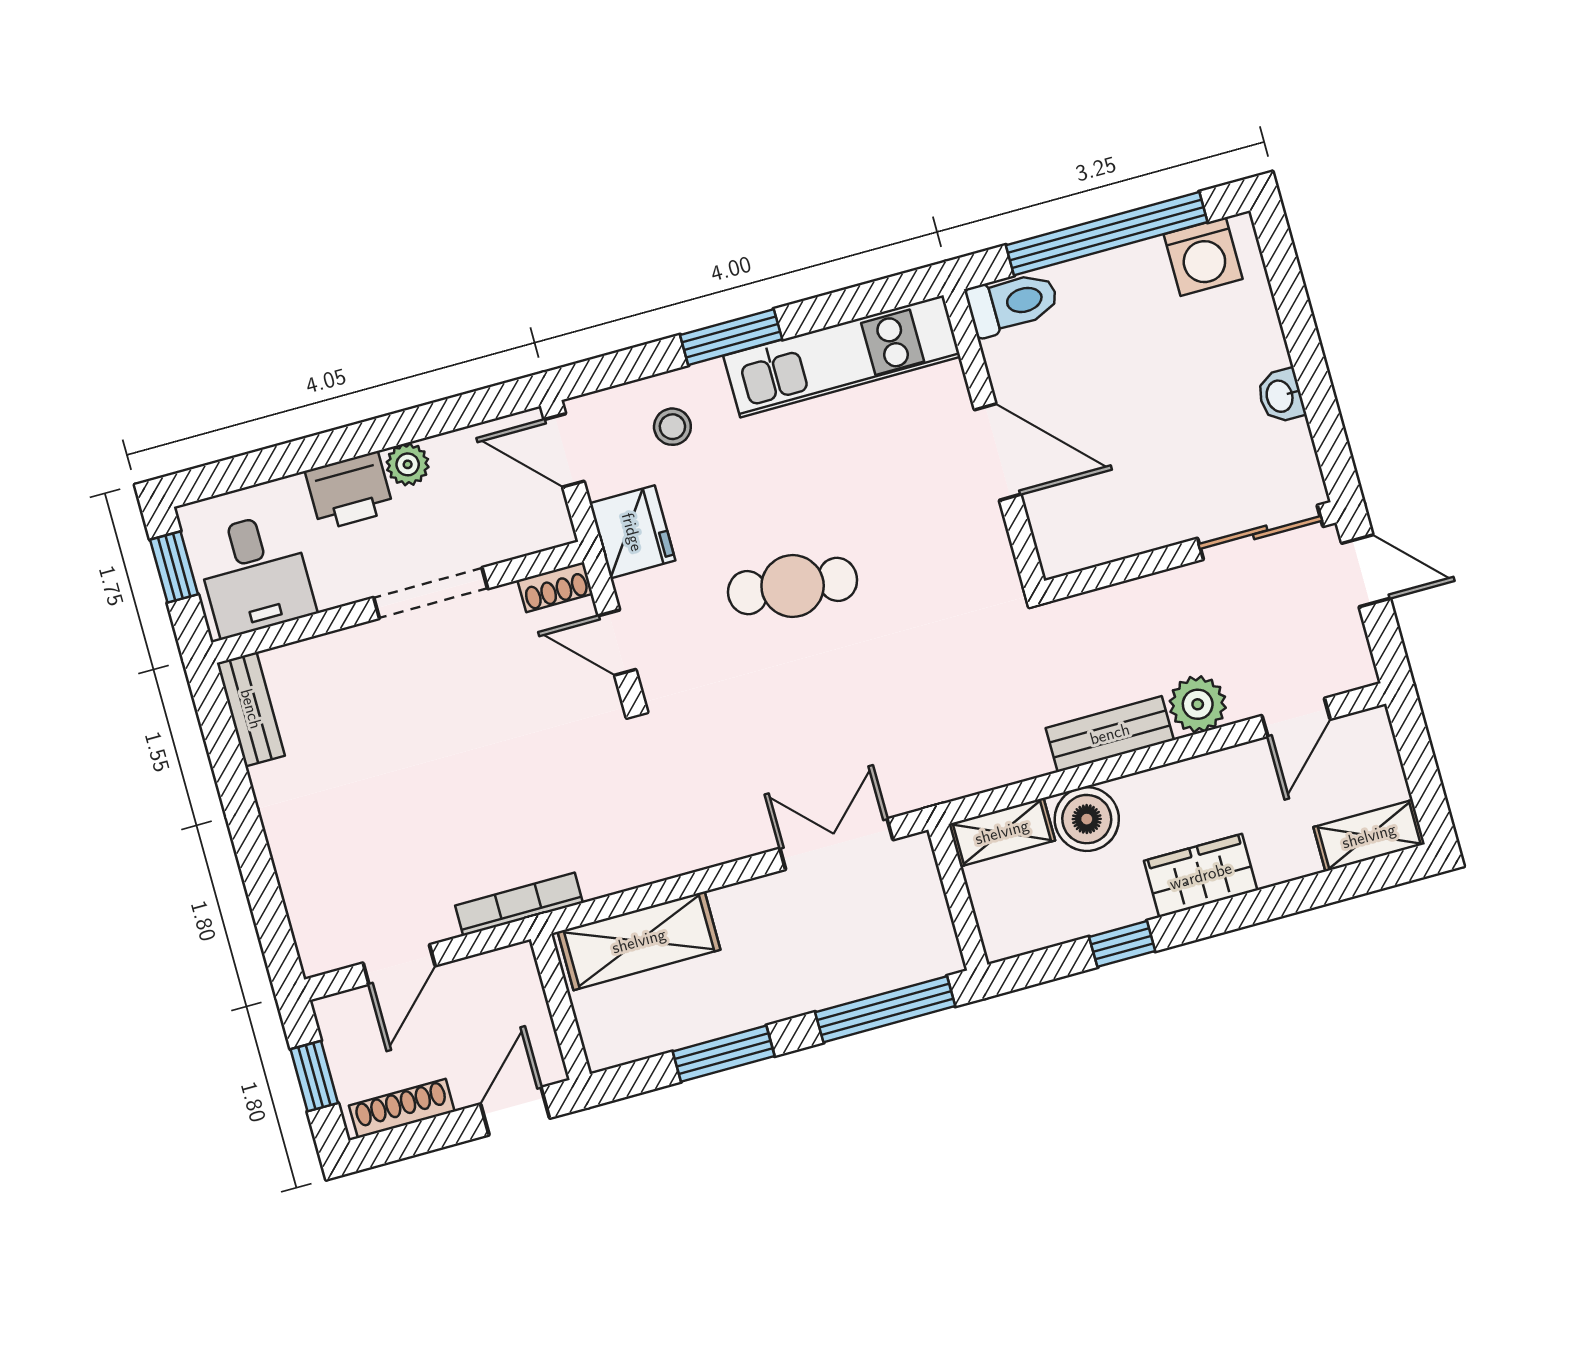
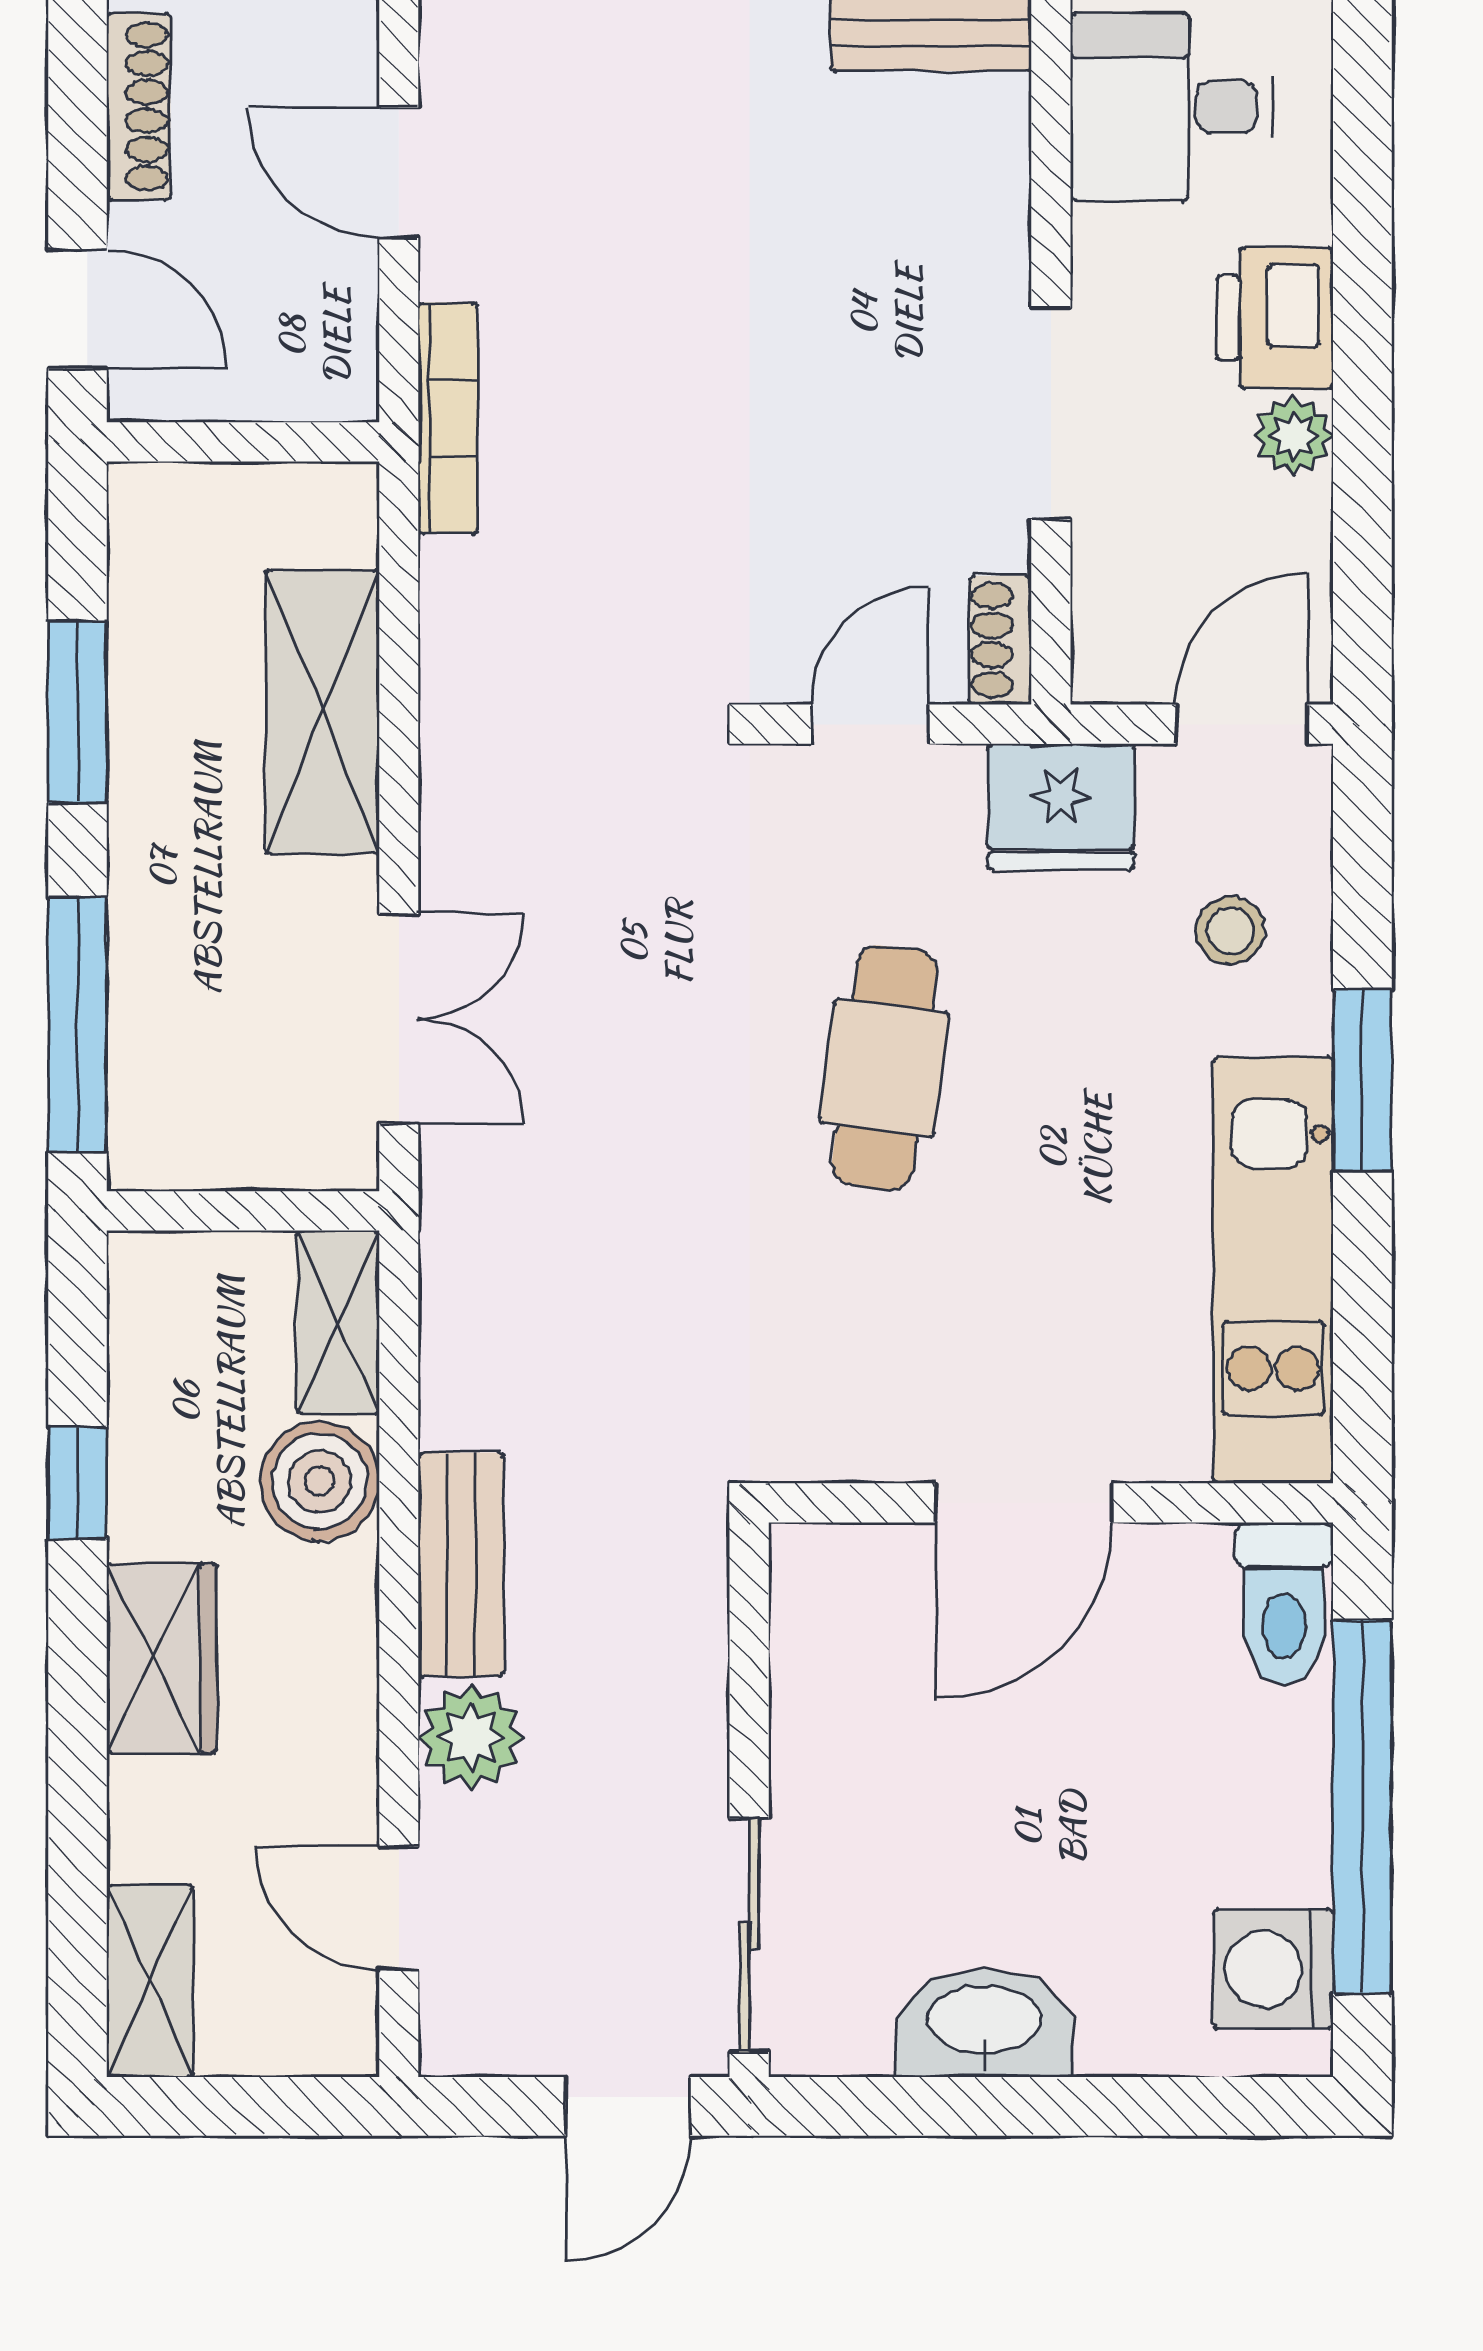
washbasin: (1281, 396) -> (984, 2023), width x1.91, depth x1.45
shelving: (639, 941) -> (322, 712), moved

